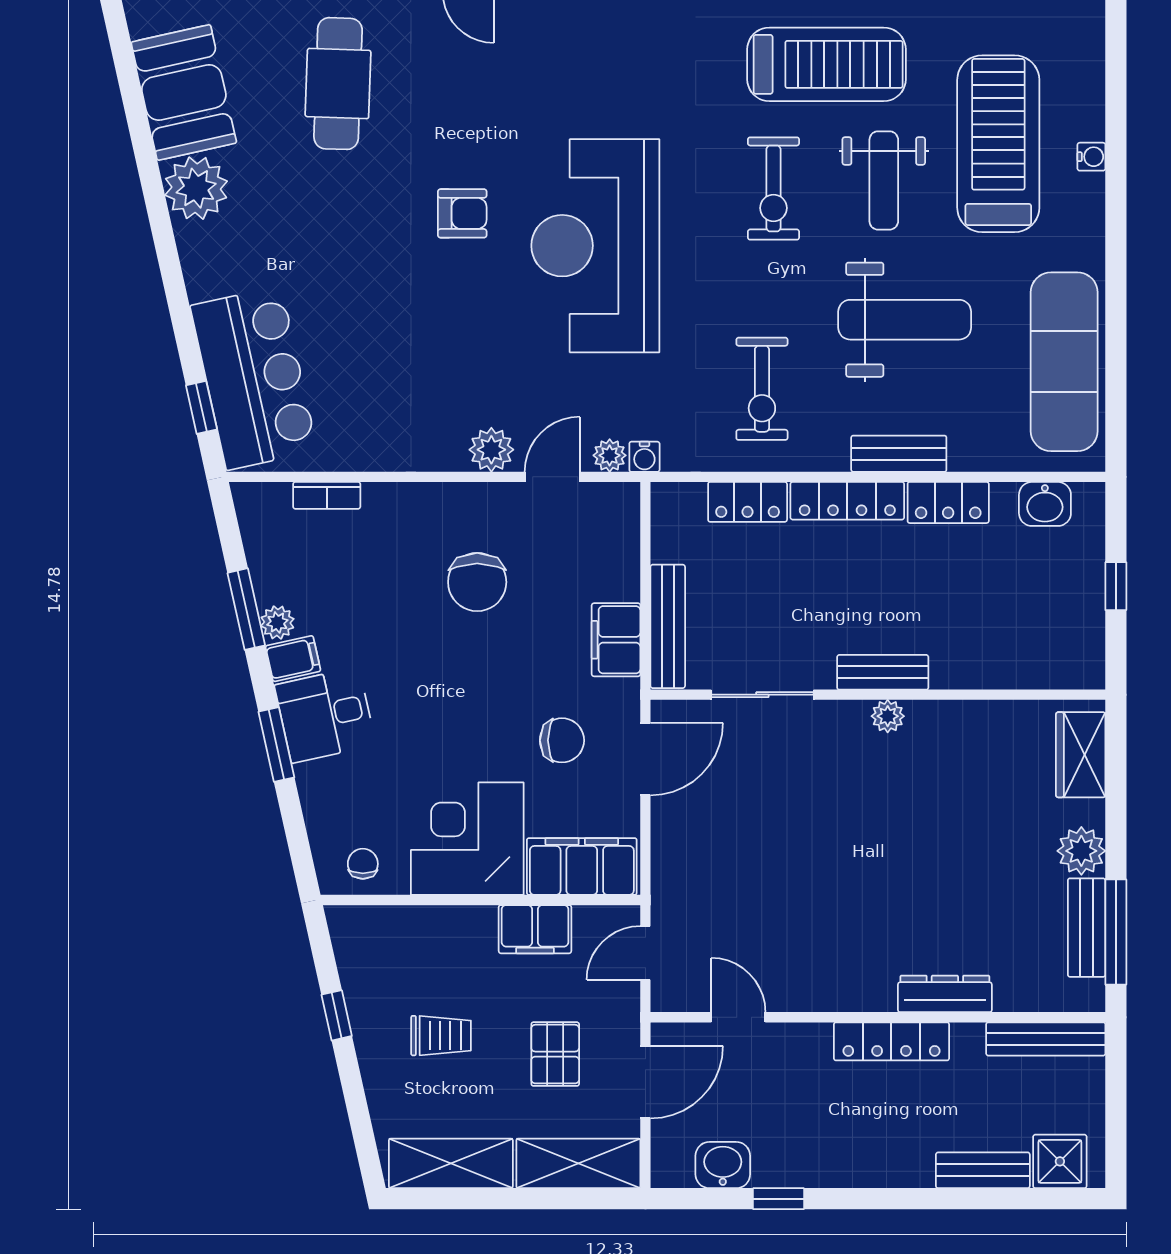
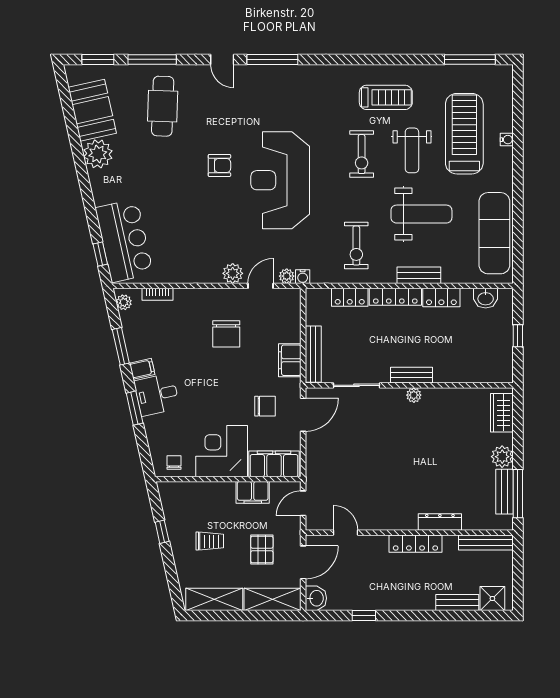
treadmill: (827, 64) -> (386, 97), width x0.73, depth x0.73
plant: (277, 622) -> (124, 302), moved
washbasin: (723, 1165) -> (316, 598), moved, turned 90

